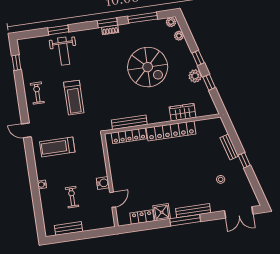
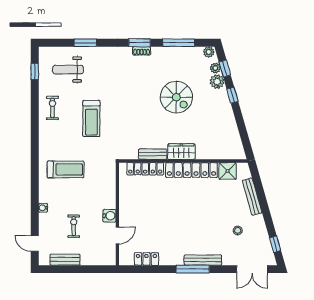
weight bench: (64, 51) -> (68, 70), moved, turned 90
spiral stairs: (148, 67) -> (176, 97), width x0.73, depth x0.73
plant: (195, 76) -> (217, 82), moved
window: (209, 82) -> (225, 69), moved
wardrobe: (183, 112) -> (181, 152), moved
bench: (129, 122) -> (153, 154), width x0.73
door: (26, 130) -> (35, 244), moved
treadmill: (57, 147) -> (66, 169), turned 180
bench: (229, 147) -> (252, 197), width x1.36
window: (244, 160) -> (275, 244), moved
shower: (162, 212) -> (228, 171), moved

